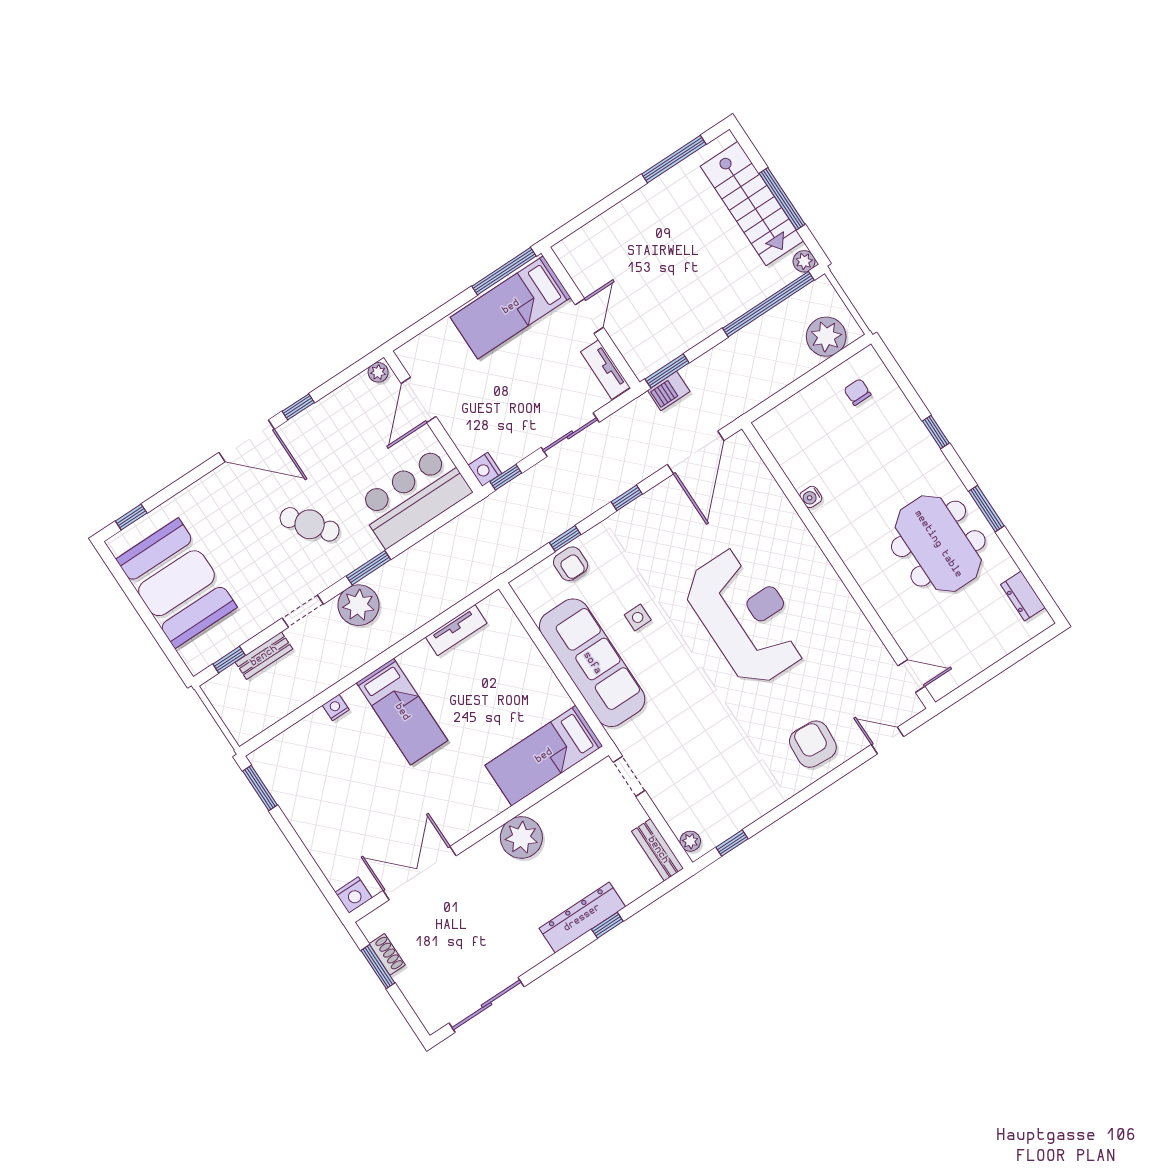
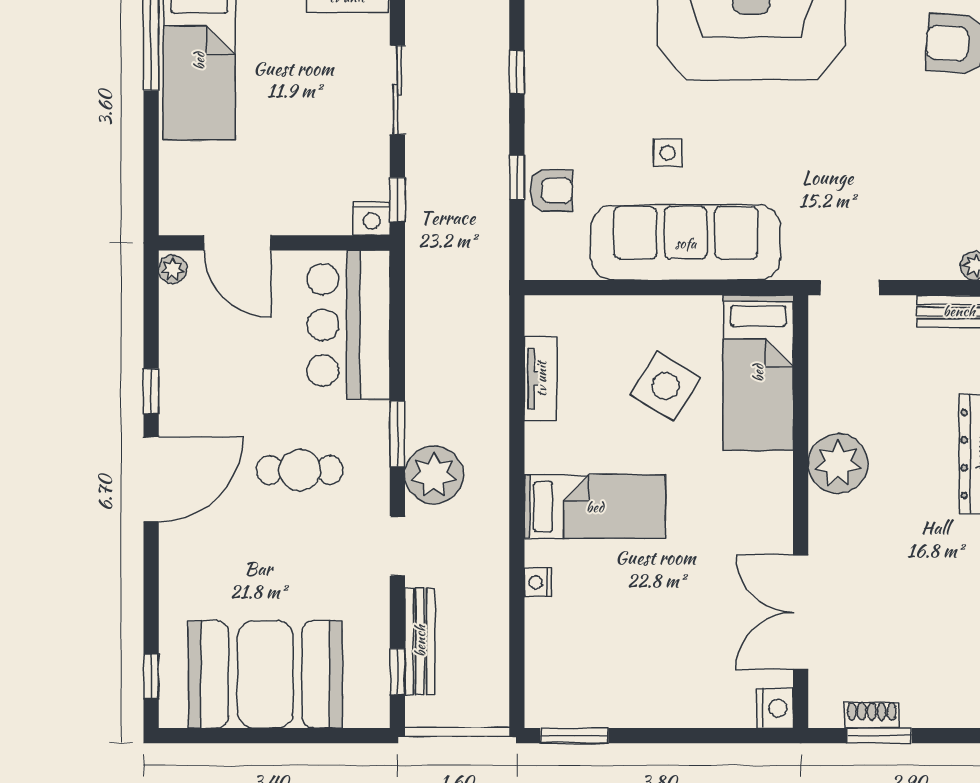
cafe table: (310, 524) -> (300, 470), turned 38
bench: (264, 656) -> (420, 641), width x1.36
side table: (500, 706) -> (666, 386), added

